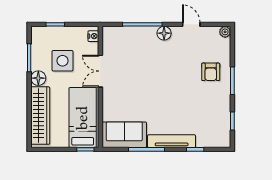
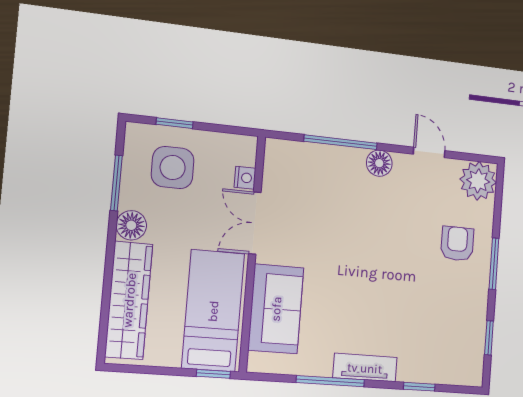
plant: (225, 32) -> (478, 181), width x1.88, depth x1.88
nightstand: (93, 36) -> (245, 178), moved
side table: (62, 61) -> (173, 168), moved
armchair: (211, 72) -> (457, 244), turned 180
sofa: (124, 135) -> (276, 309), moved, turned 90
tv unit: (172, 141) -> (365, 368), width x0.71

